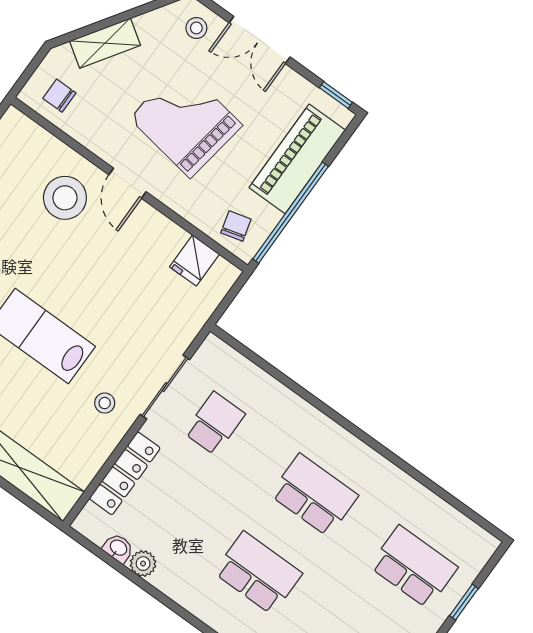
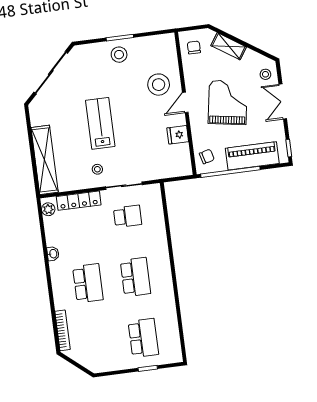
fridge: (194, 260) -> (178, 135), moved
washbasin: (118, 548) -> (53, 254), moved
plant: (143, 564) -> (48, 209), moved

